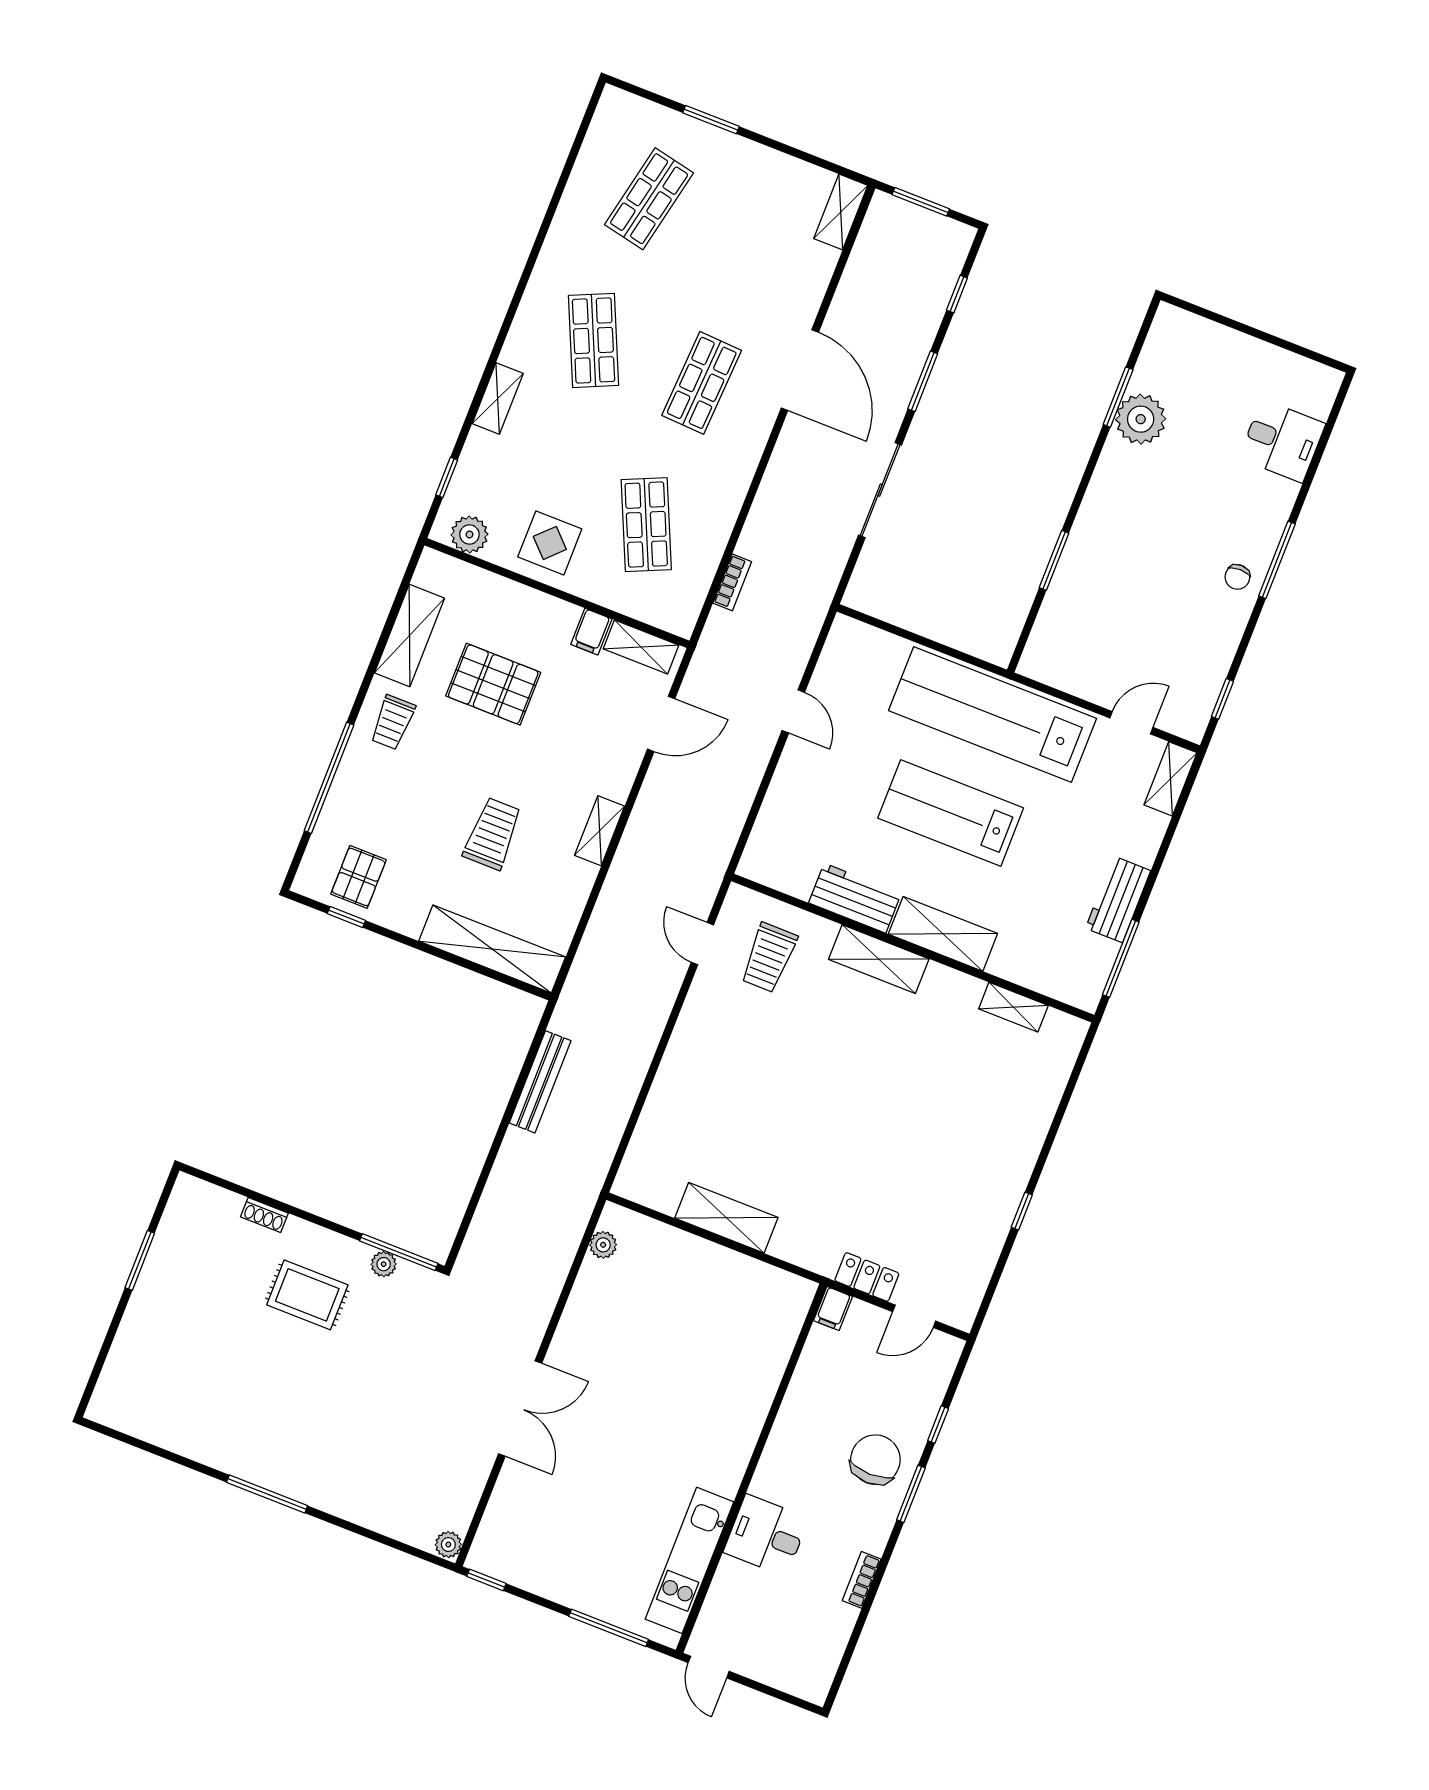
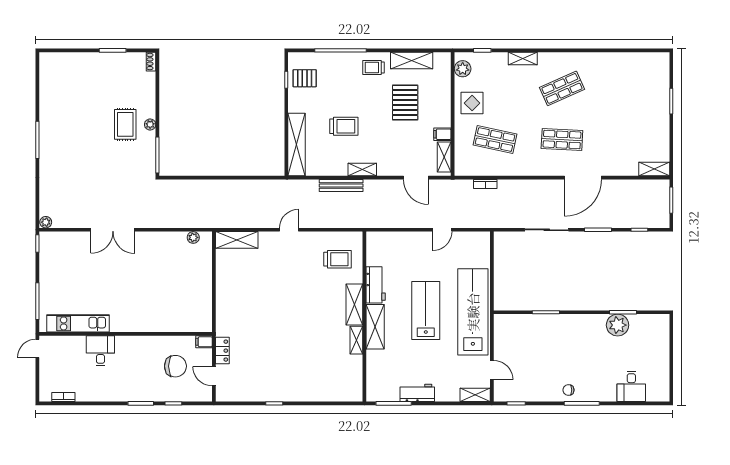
shop shelf: (649, 199) -> (629, 88), removed
shop shelf: (646, 525) -> (495, 140), turned 36
door: (702, 944) -> (289, 230), moved
trolley: (769, 958) -> (337, 259), turned 180
shelving: (1013, 1007) -> (356, 340), moved
bench: (540, 1082) -> (341, 185), moved
shoe rack: (264, 1215) -> (151, 62), moved
shelving: (726, 1218) -> (237, 240), moved, turned 90
plant: (384, 1264) -> (150, 125), moved
chair: (875, 1460) -> (175, 366), moved
bookcase: (862, 1580) -> (63, 397), moved

